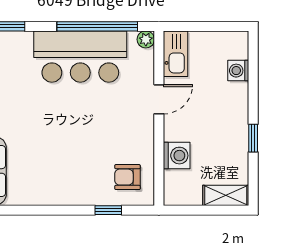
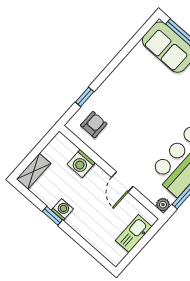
kitchen sink: (175, 54) -> (134, 234), moved, turned 90
washing machine: (238, 71) -> (62, 210), moved

